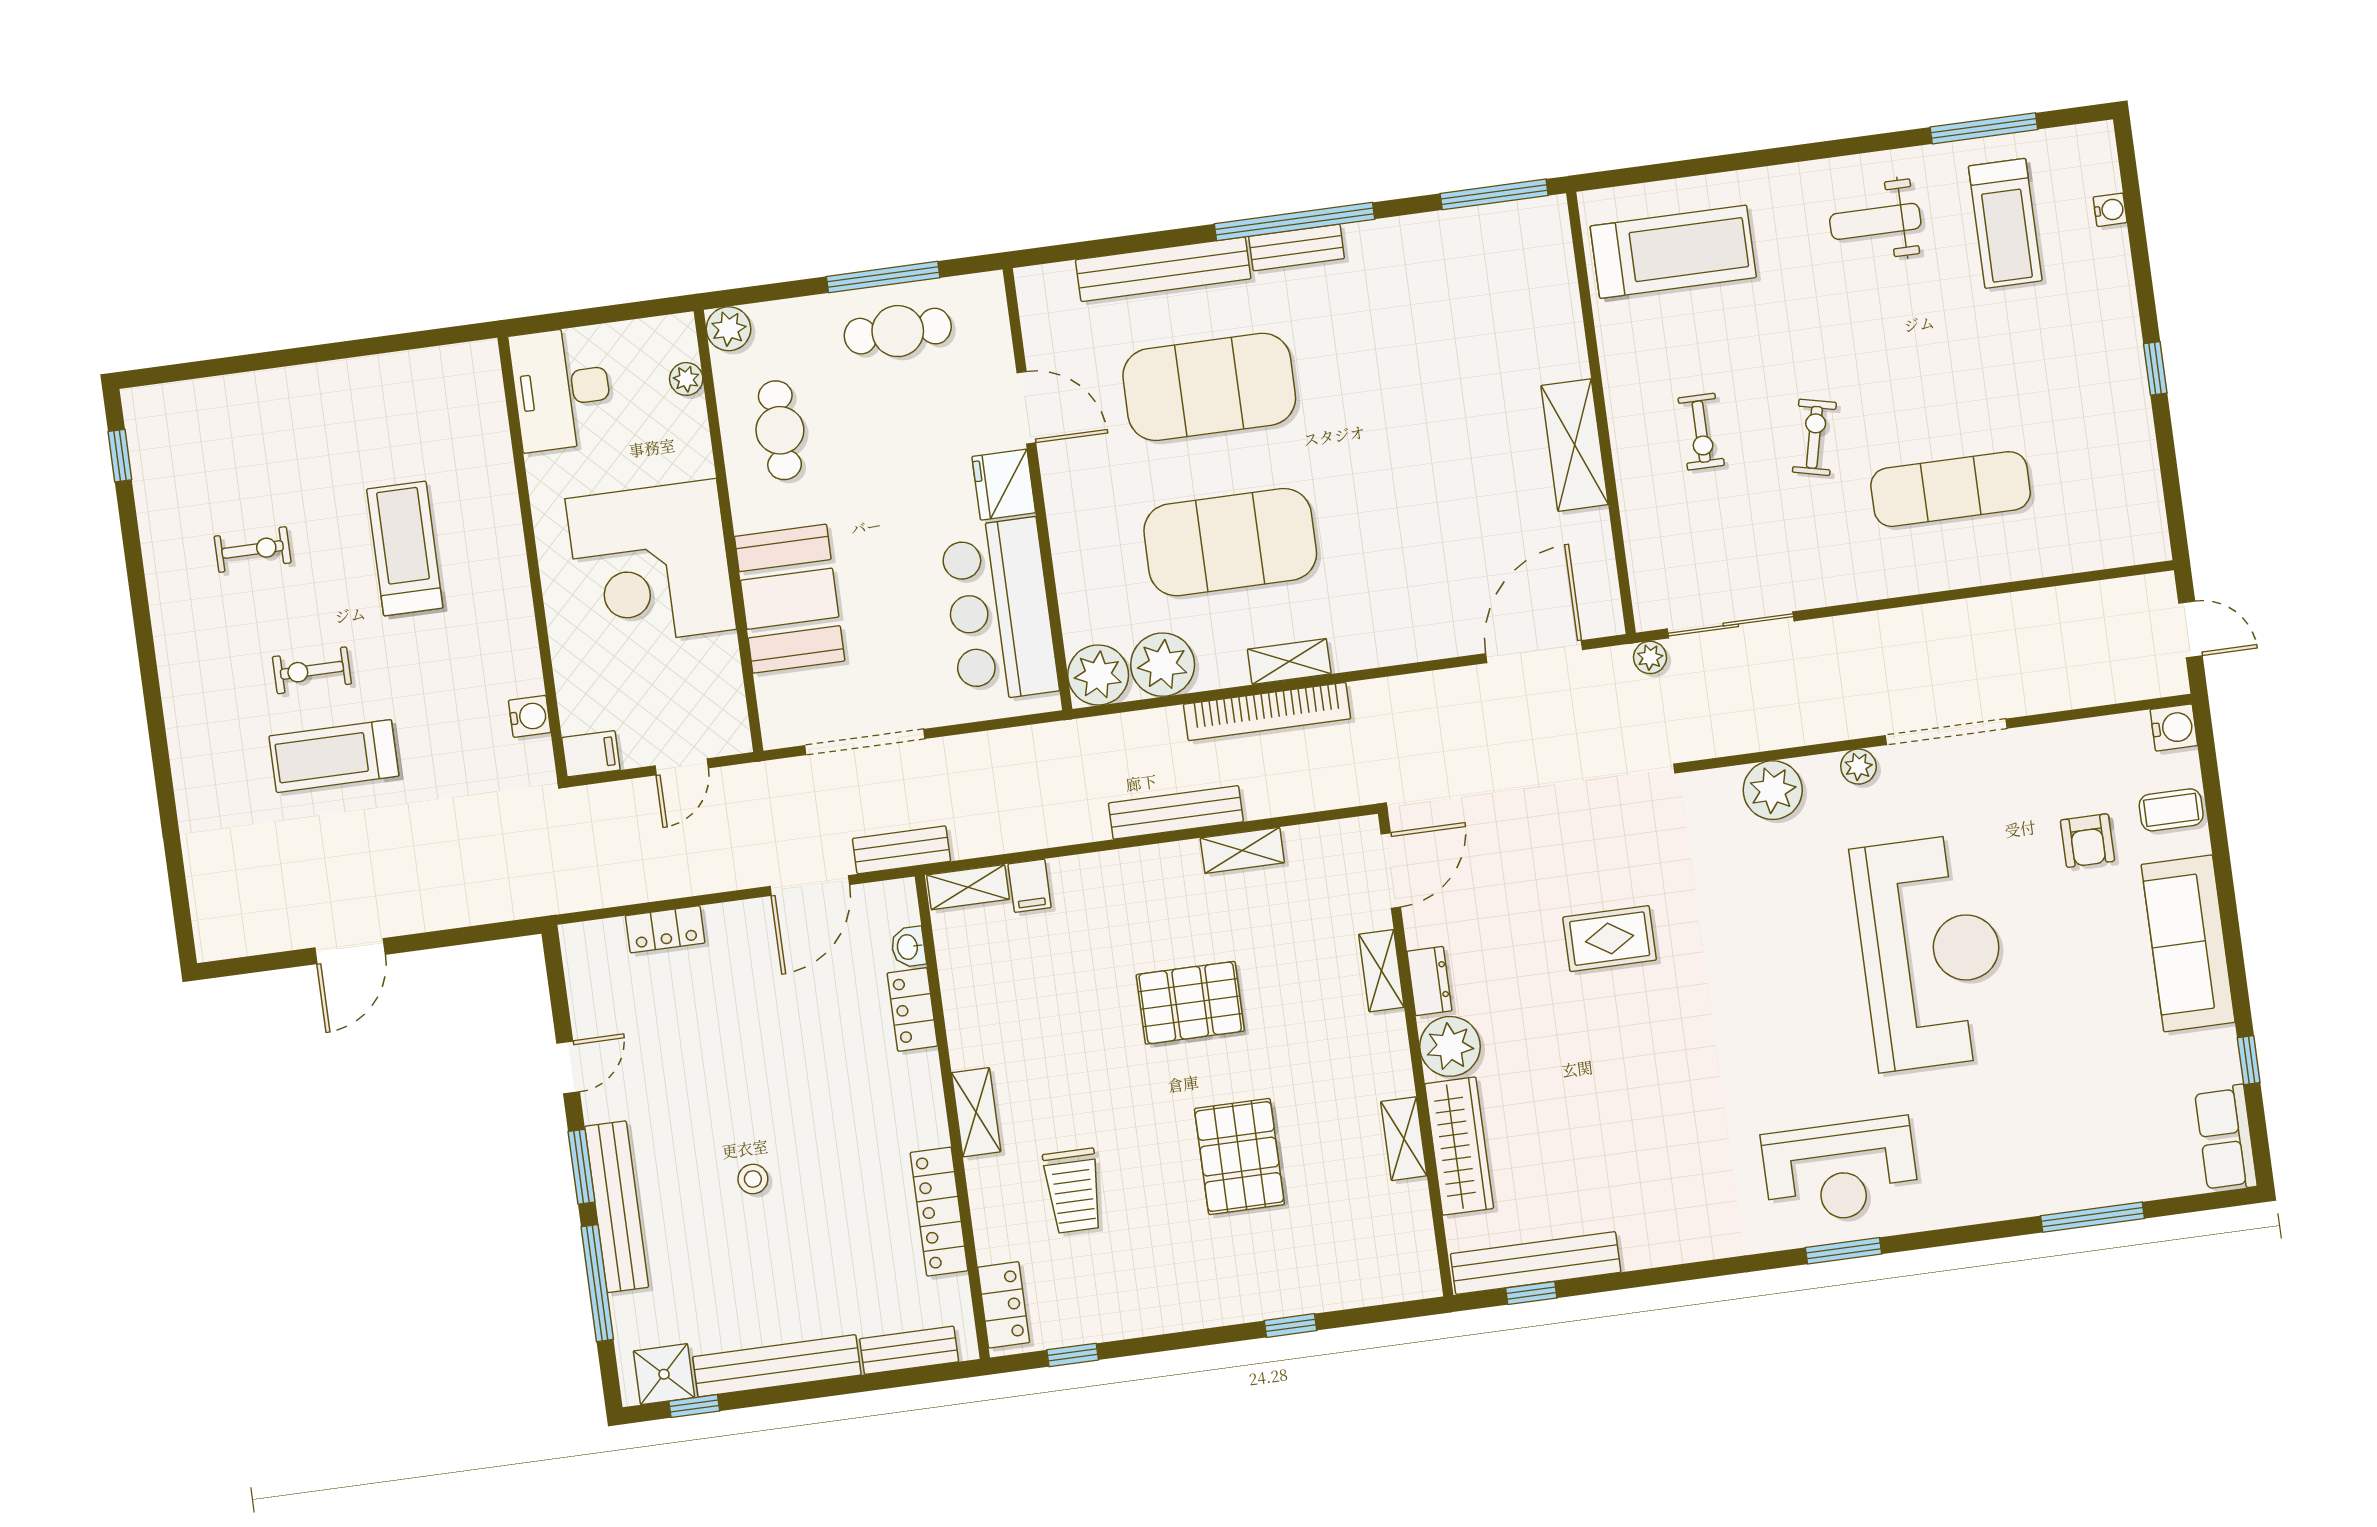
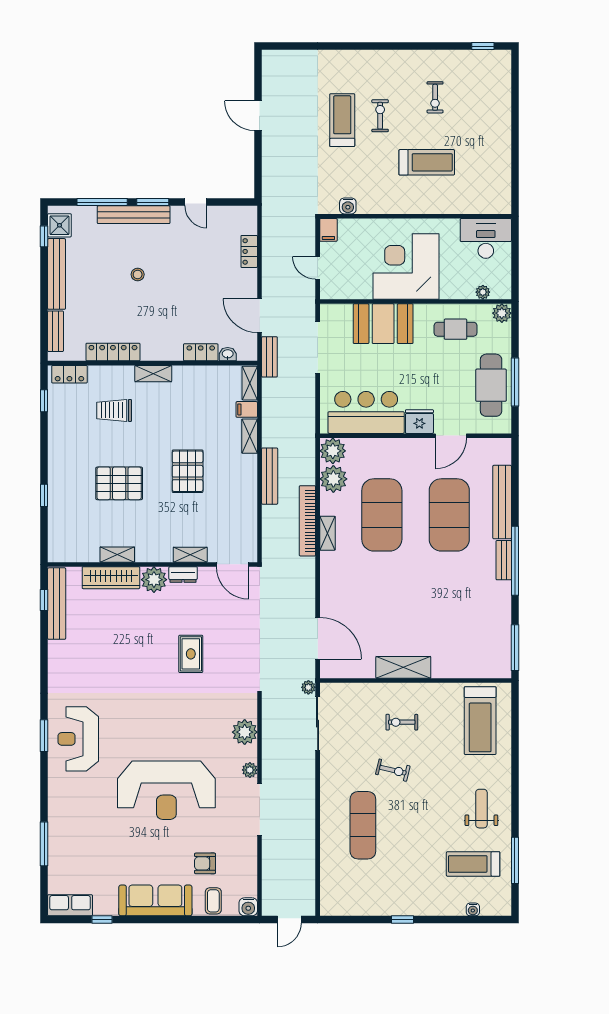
cafe table: (898, 331) -> (491, 385), width x1.37, depth x1.35
shelving: (1242, 850) -> (250, 436), moved

